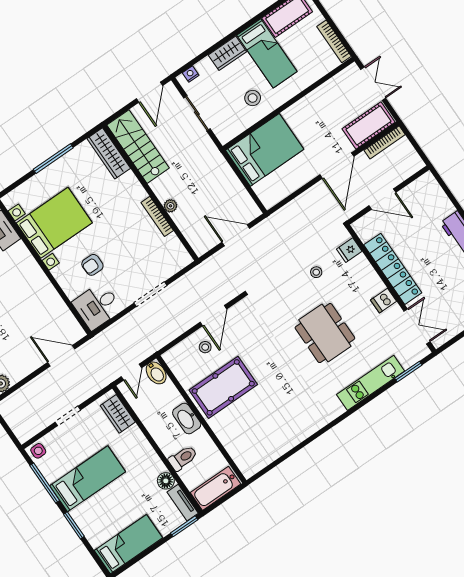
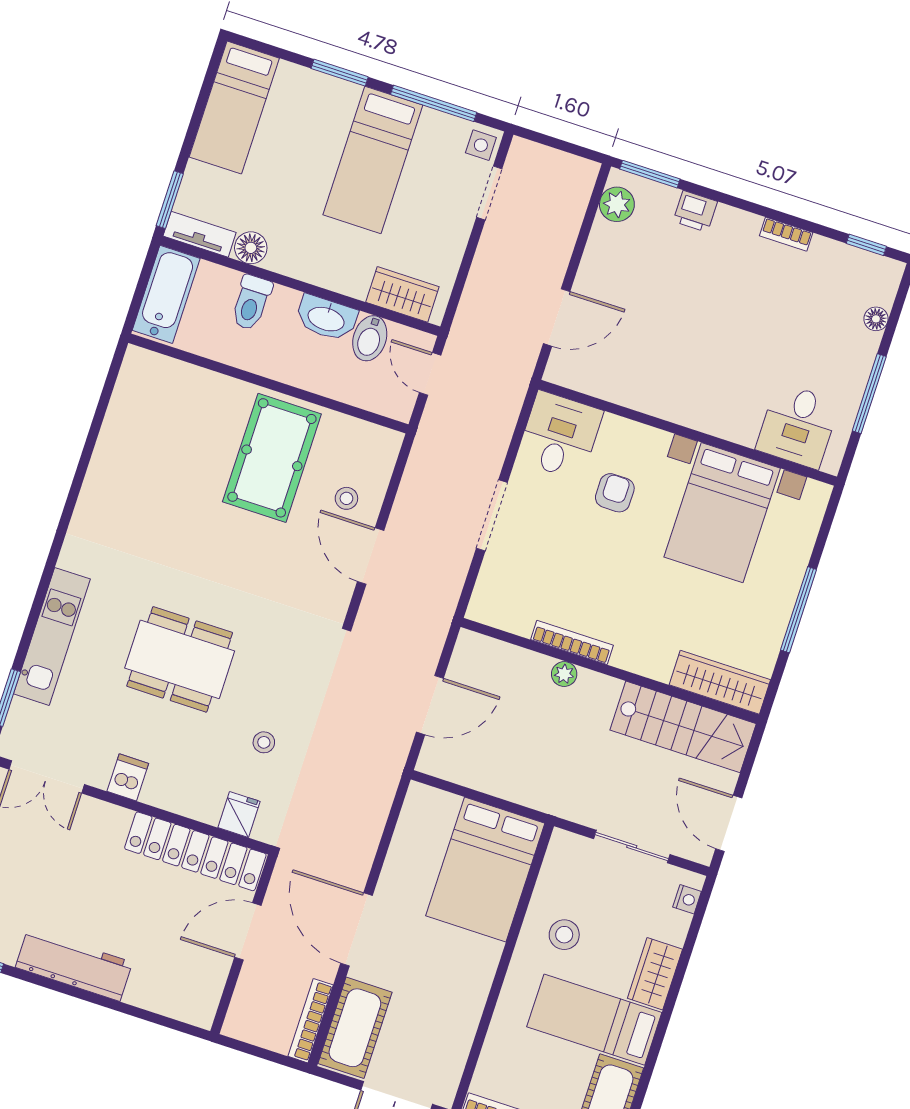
locker: (393, 269) -> (195, 851), moved
bidet: (156, 373) -> (370, 338), moved, turned -90
doorway: (68, 416) -> (489, 193), moved
washbasin: (187, 419) -> (326, 318), moved, turned 180

